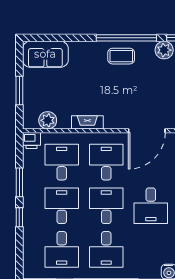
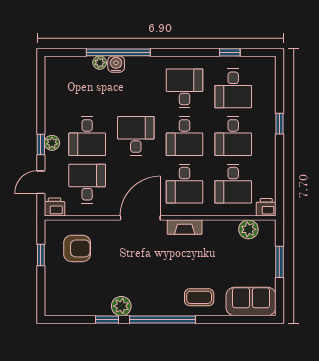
coffee table: (121, 56) -> (199, 297), moved
fireplace: (87, 122) -> (185, 227), moved
window: (19, 182) -> (279, 162), removed
desk: (62, 249) -> (233, 88), turned 180

